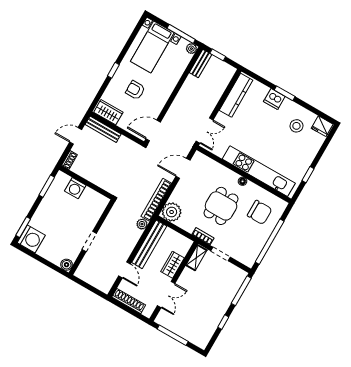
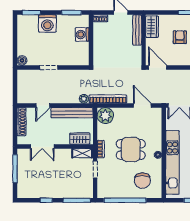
washing machine: (31, 239) -> (47, 24), moved
wardrobe: (173, 265) -> (80, 139), moved

